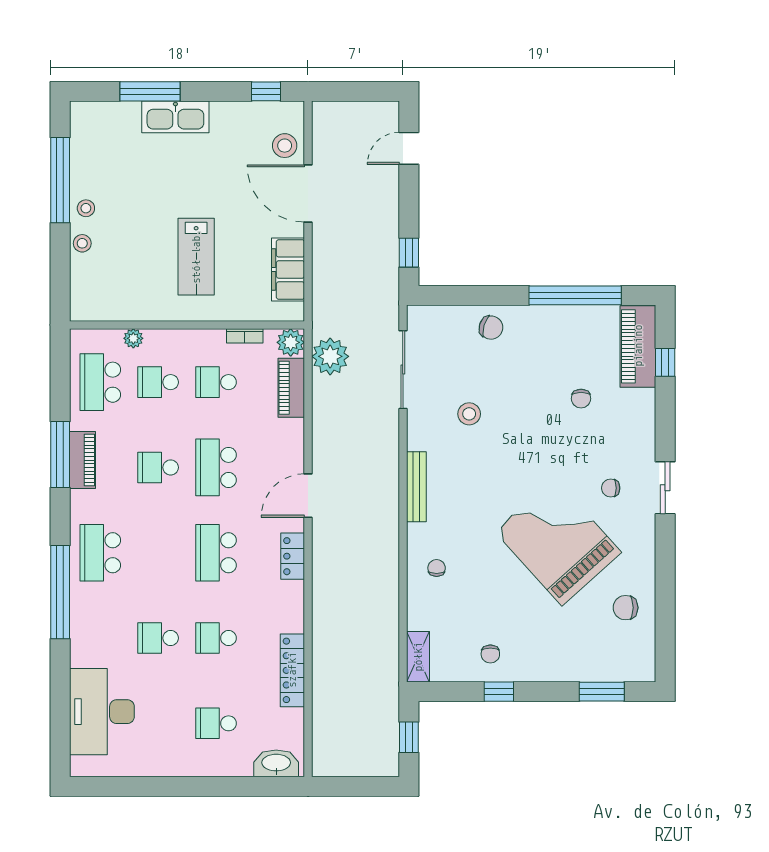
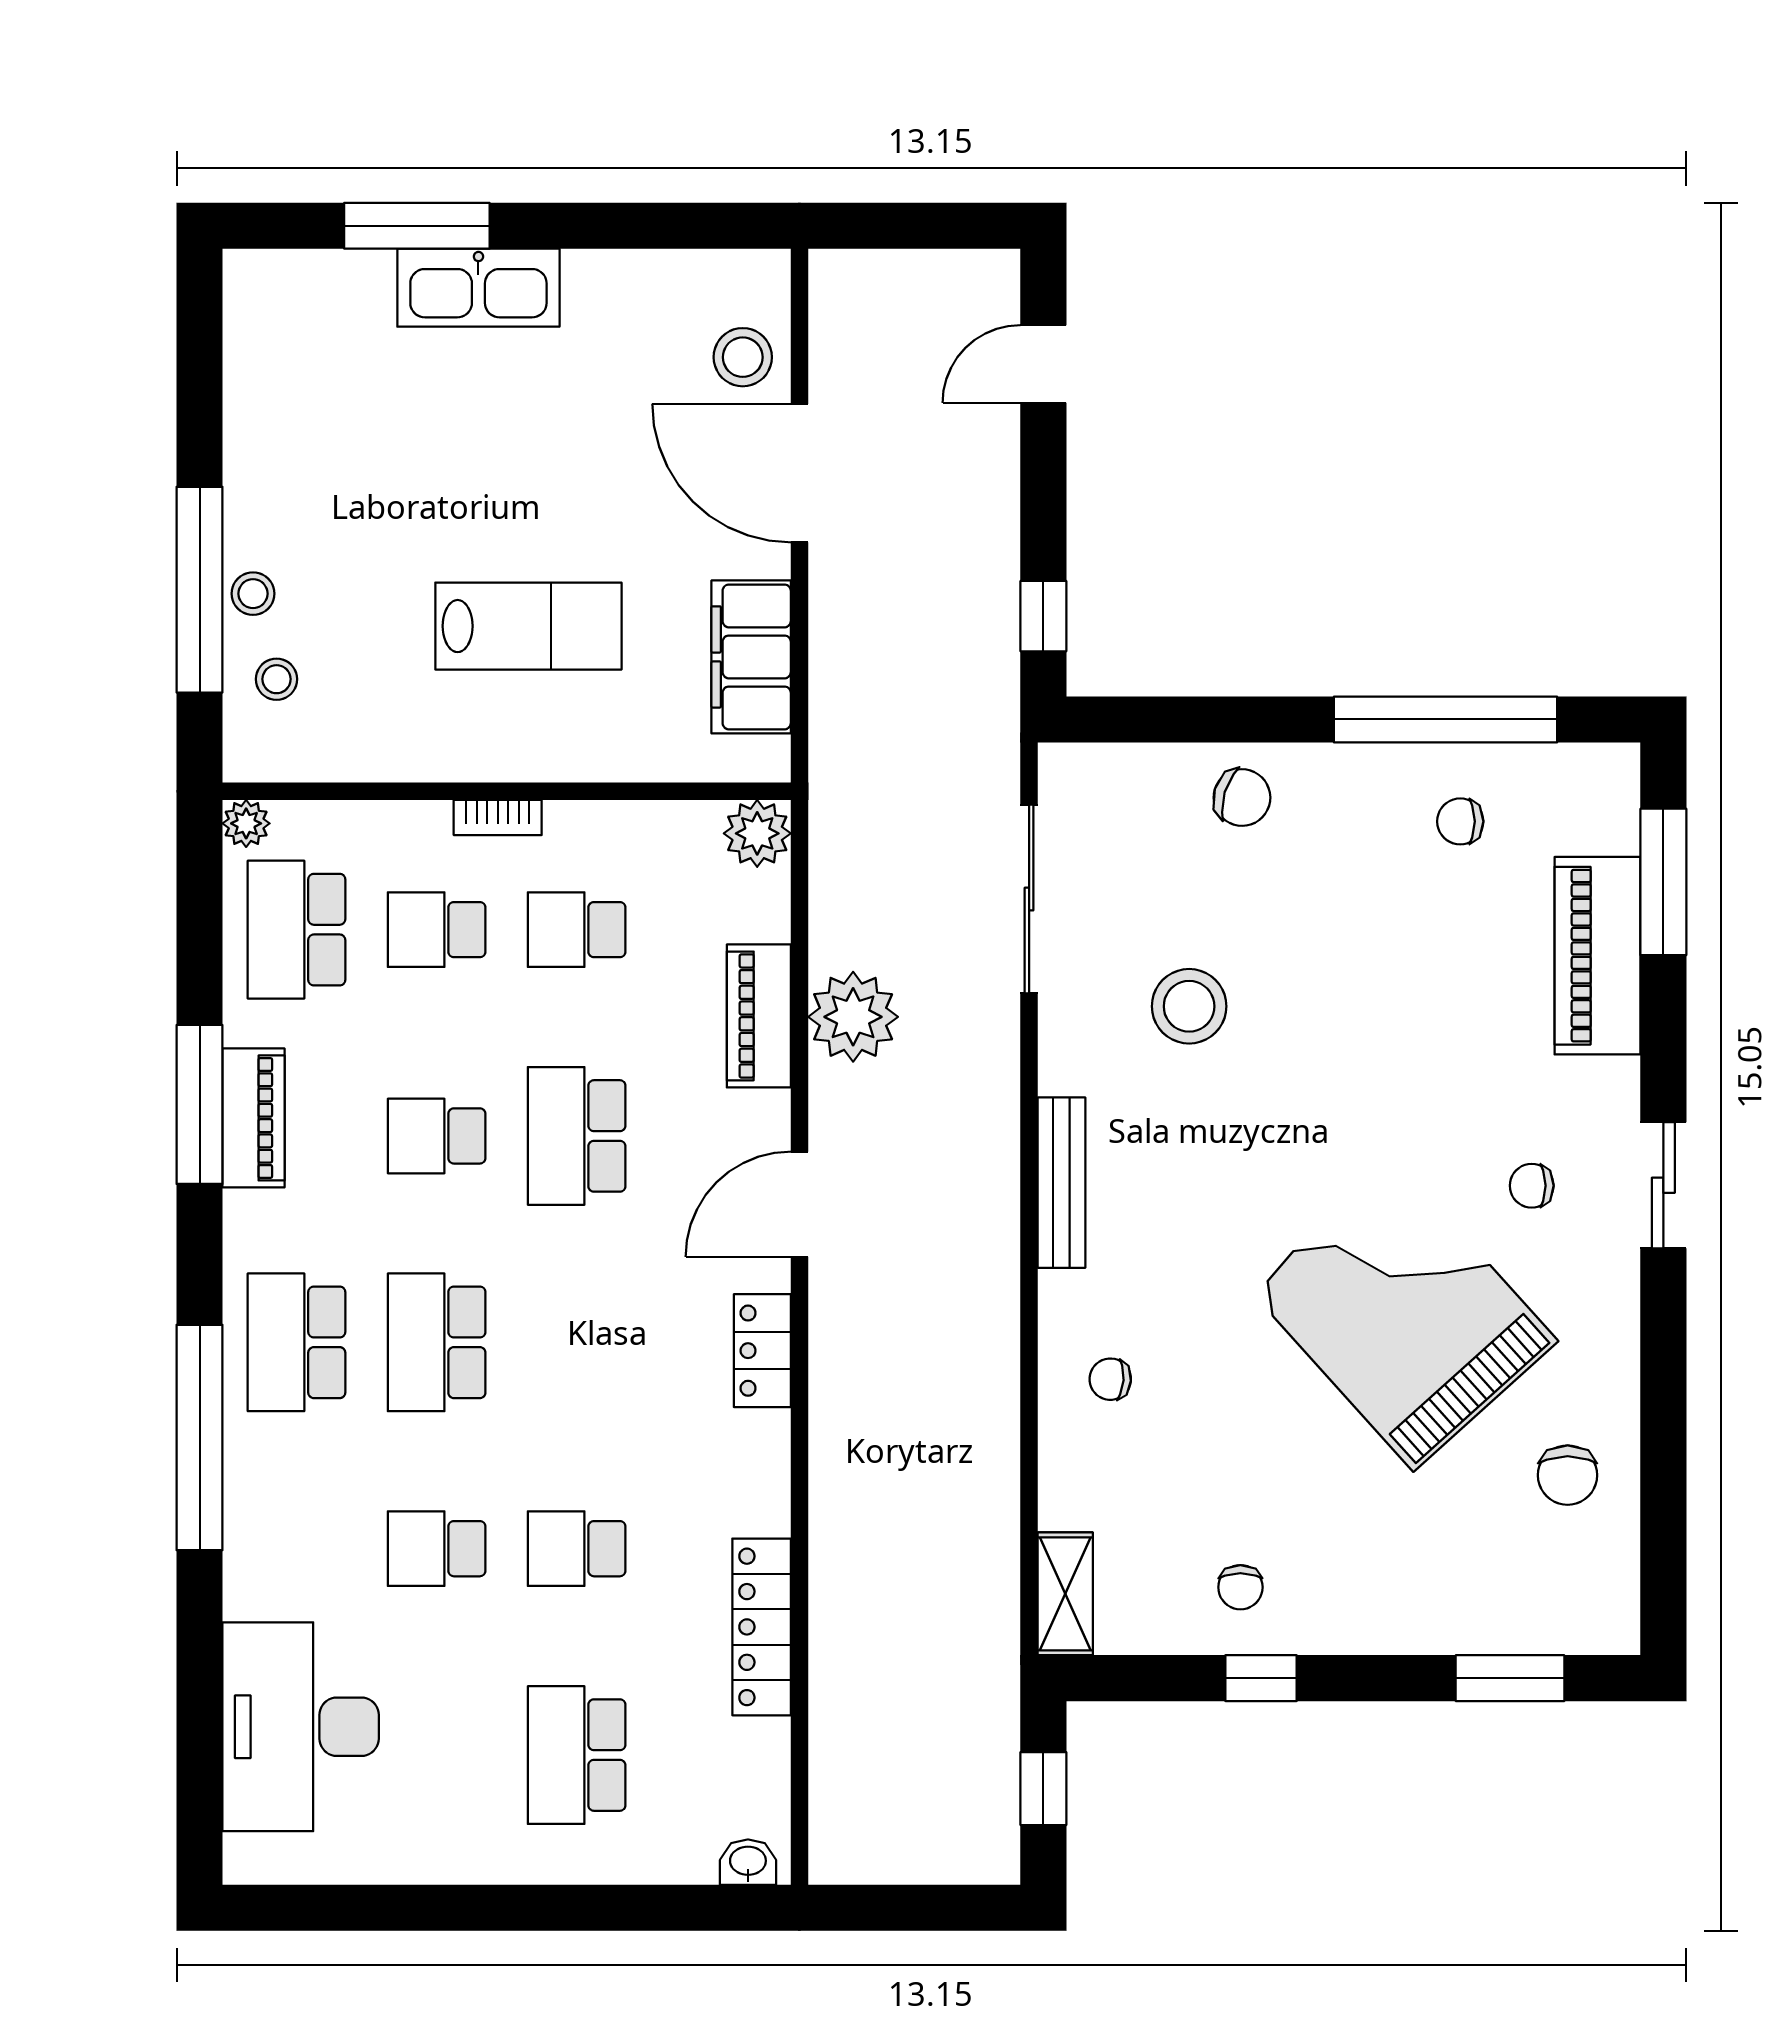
window: (266, 91) -> (698, 226), removed
window: (60, 180) -> (200, 590), moved
stool: (86, 208) -> (277, 679), moved
lab bench: (196, 257) -> (528, 626), turned -90
bookcase: (245, 336) -> (498, 817), moved
plant: (133, 338) -> (246, 823), moved
piano: (638, 346) -> (1597, 956), moved
plant: (330, 356) -> (853, 1017), moved
window: (665, 362) -> (1663, 882), width x2.17
piano: (291, 388) -> (759, 1016), moved
chair: (581, 399) -> (1460, 821), moved, turned 90
stool: (469, 414) -> (1189, 1006), width x1.38, depth x1.38
school desk: (216, 553) -> (437, 1342), moved
chair: (437, 568) -> (1110, 1379), turned -86
chair: (626, 608) -> (1568, 1475), turned -90
school desk: (216, 723) -> (577, 1755), width x1.85
washbasin: (276, 763) -> (748, 1862), width x0.52, depth x0.69

